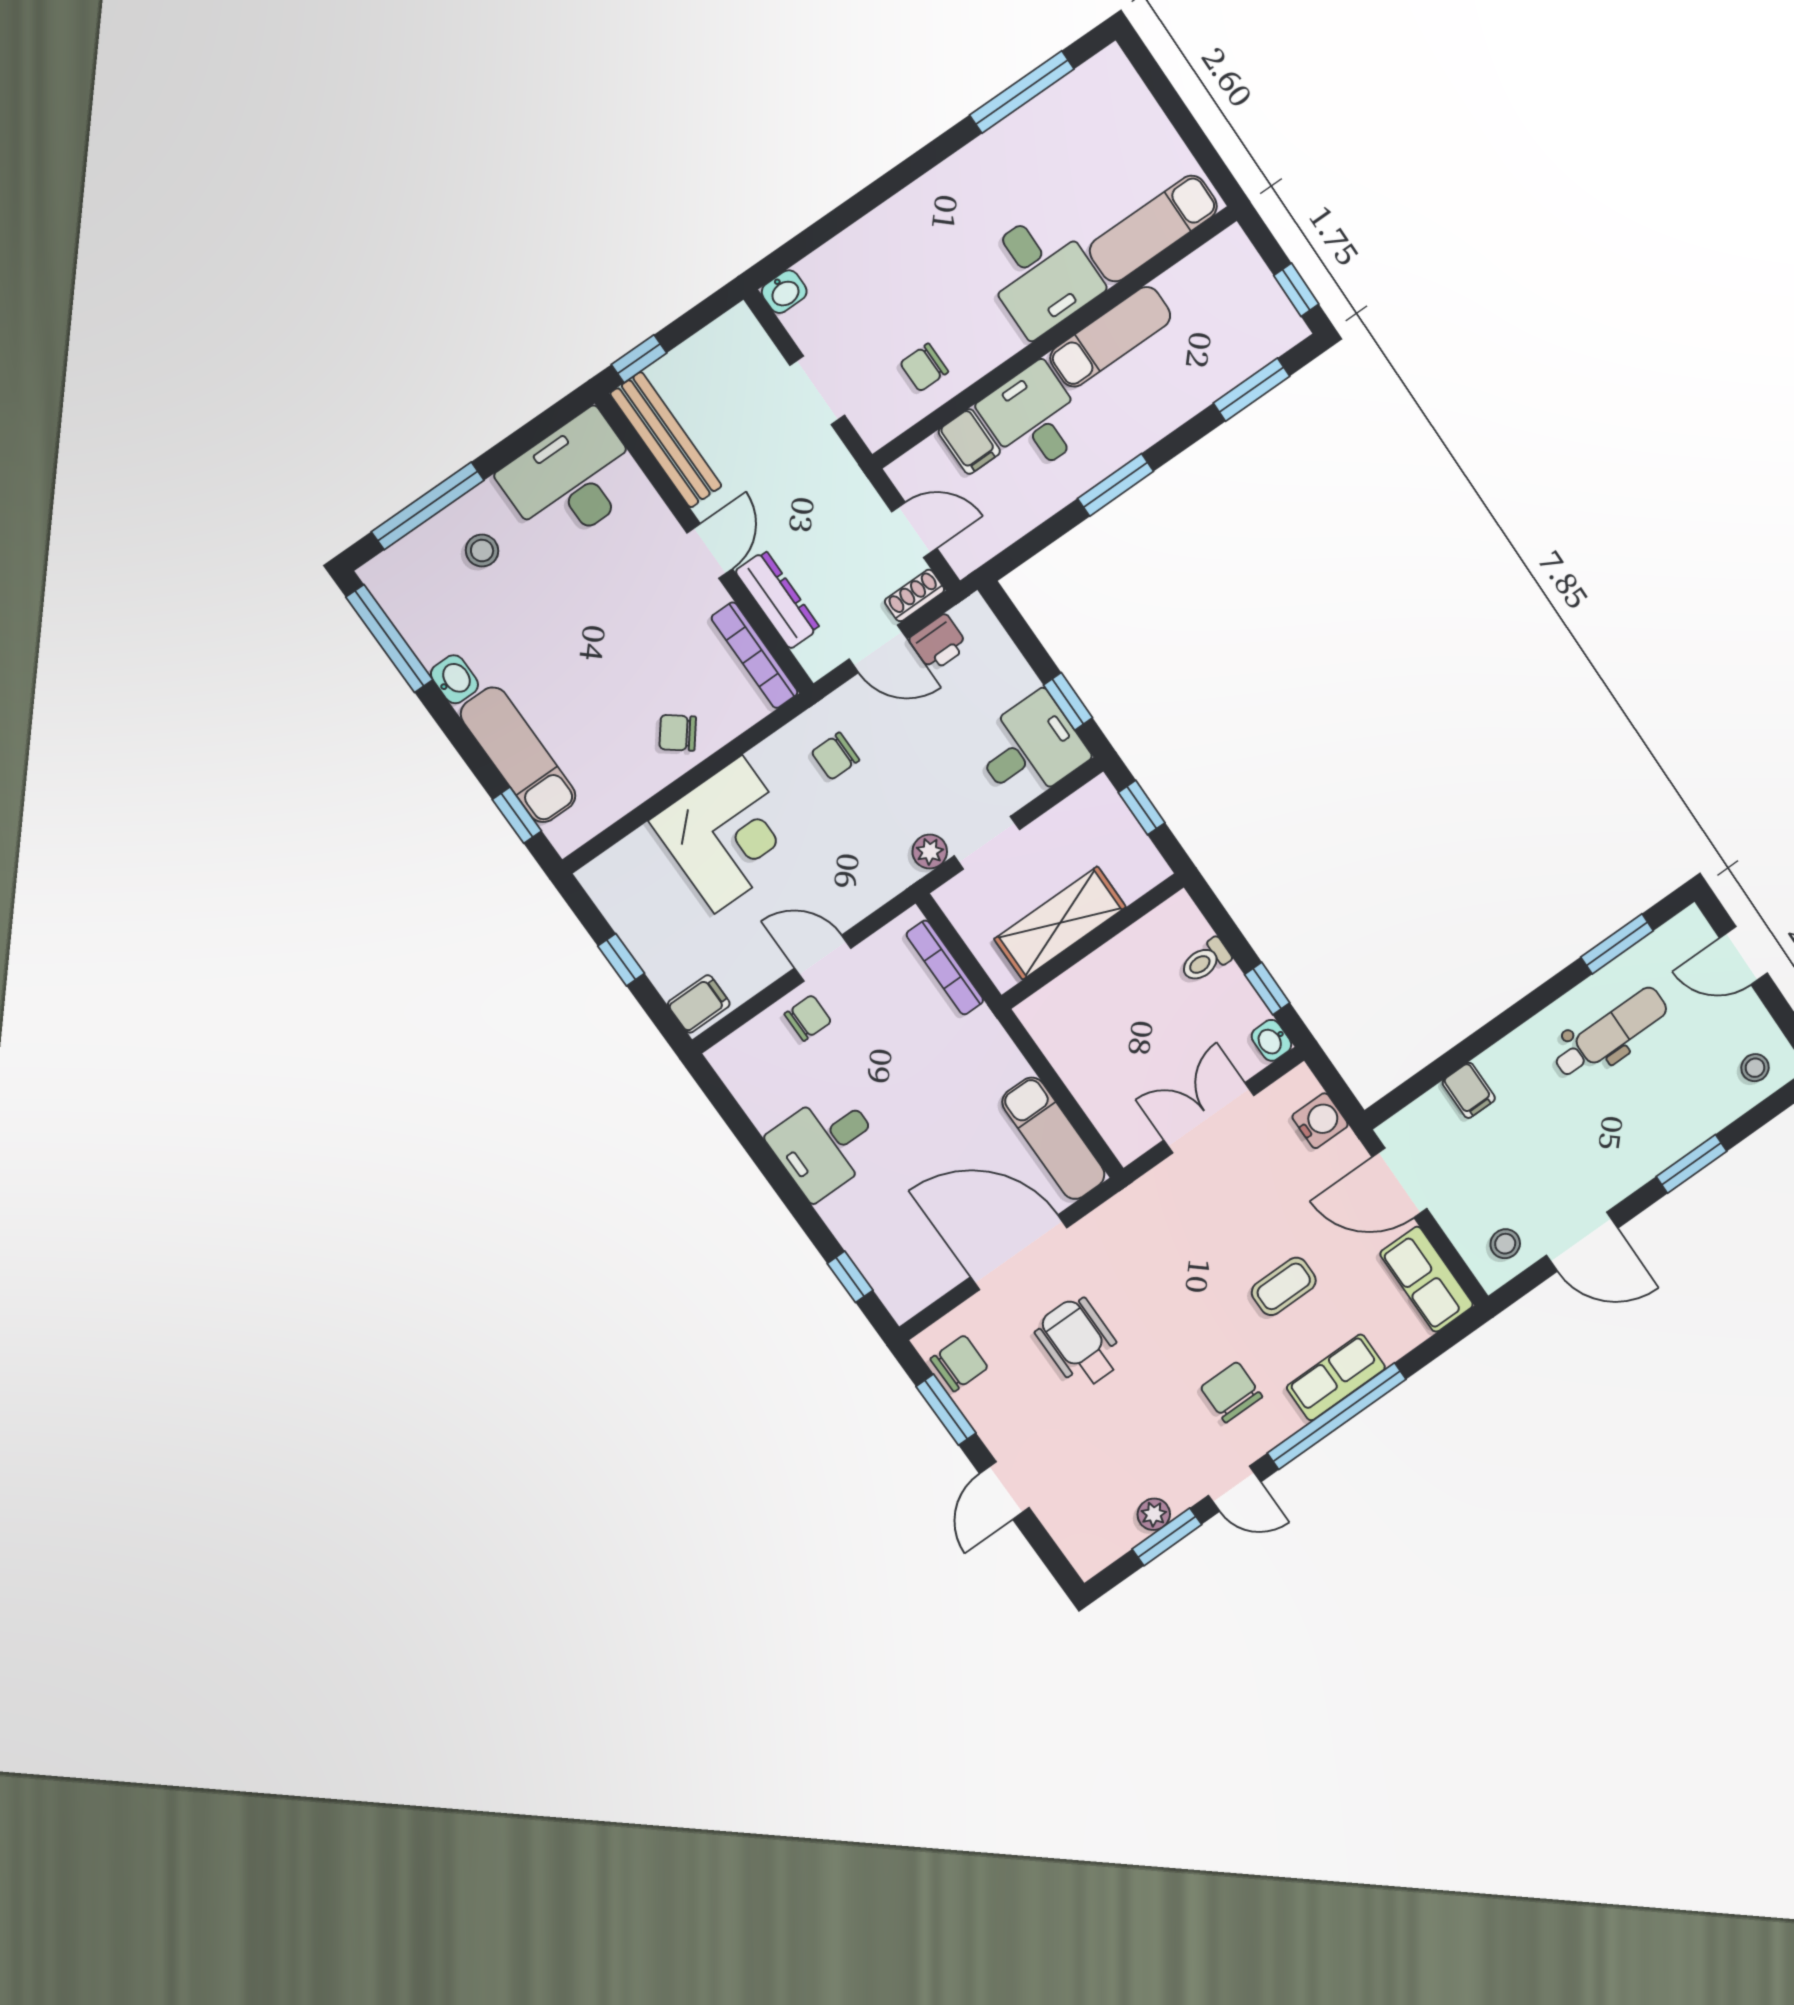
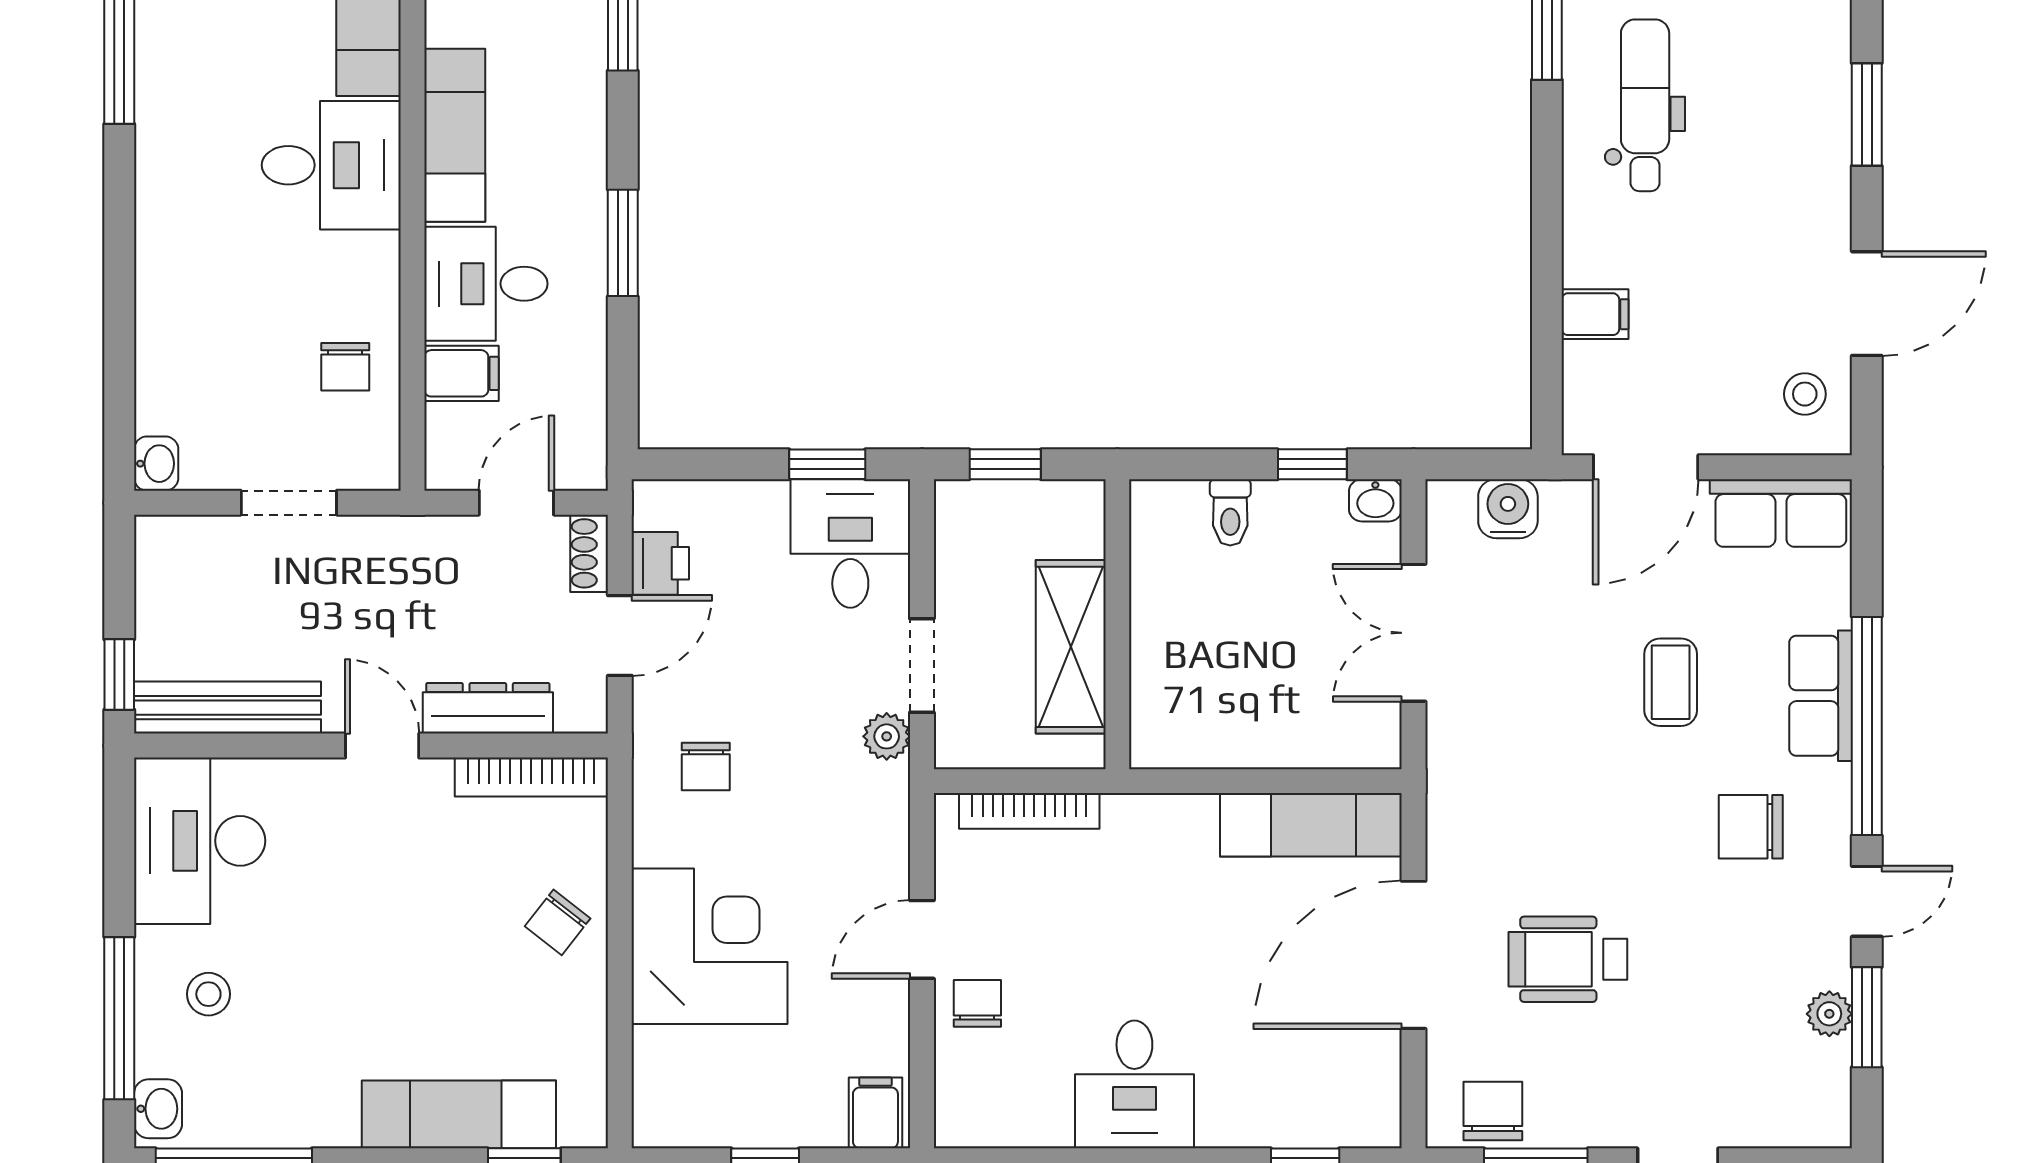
washbasin: (454, 679) -> (158, 1109), moved, turned 90

